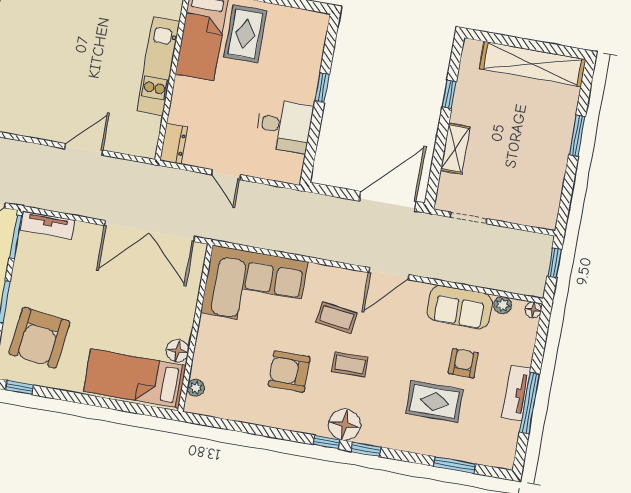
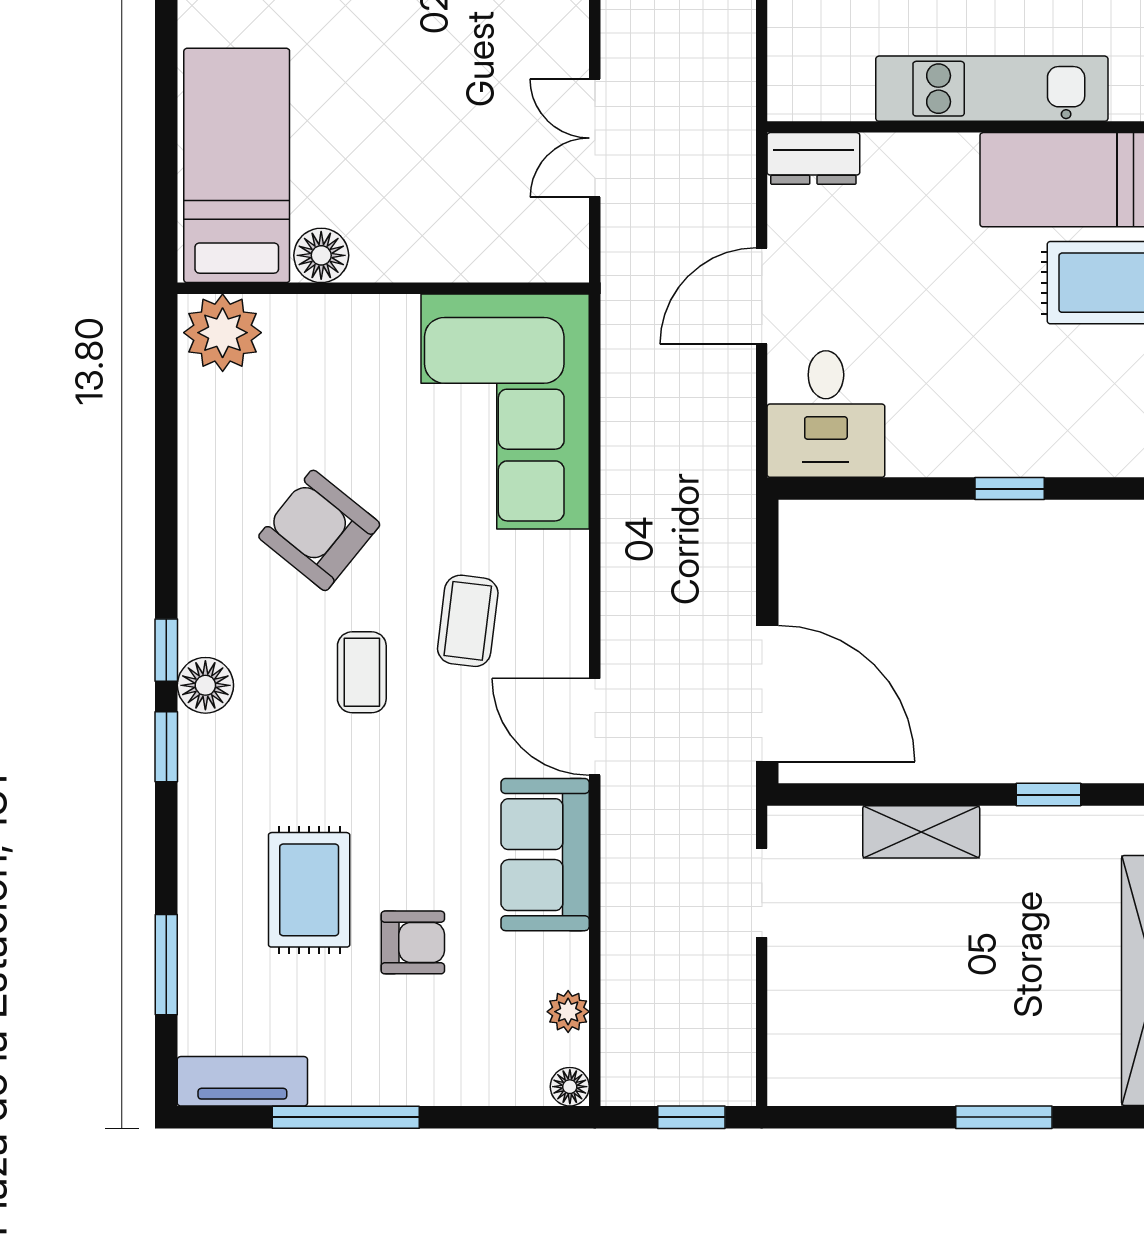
desk: (284, 126) -> (826, 414), moved
door: (226, 175) -> (762, 296), width x1.38
double door: (150, 231) -> (595, 138), width x0.54
sofa: (460, 307) -> (545, 855), moved
armchair: (289, 371) -> (319, 530), turned -51
plant: (196, 388) -> (223, 333), width x1.87, depth x1.87
tv unit: (516, 393) -> (242, 1081), moved
floor lamp: (345, 425) -> (205, 685), width x0.73, depth x0.73

